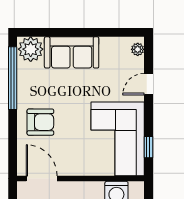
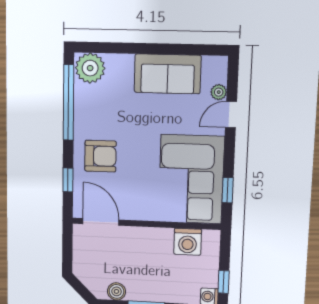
plant: (138, 49) -> (219, 92), moved
sofa: (72, 52) -> (168, 74), moved
window: (13, 143) -> (68, 180), added

